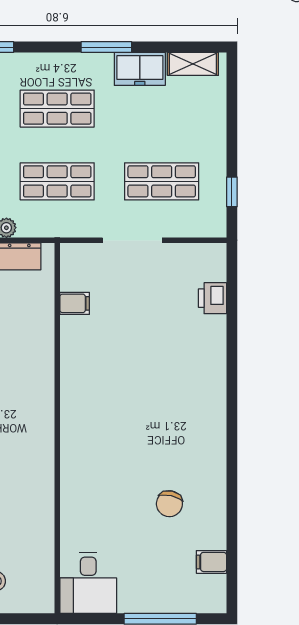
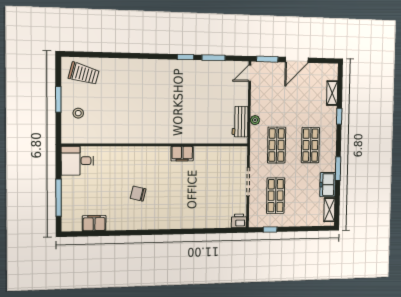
printer: (212, 298) -> (239, 221), moved
filing cabinet: (75, 303) -> (182, 154), moved, width x2.00
chair: (169, 504) -> (138, 194), moved
filing cabinet: (211, 562) -> (94, 223), width x2.00

